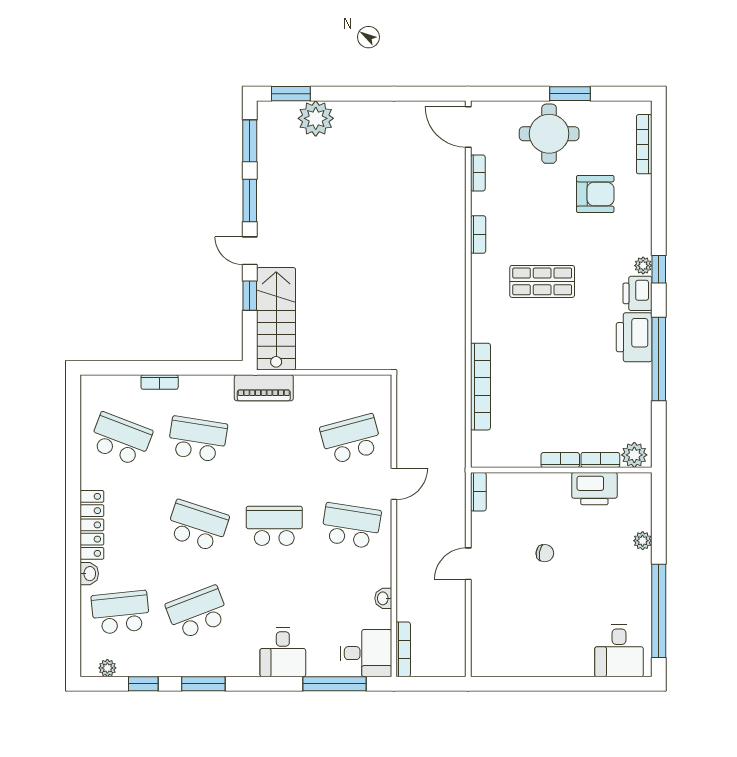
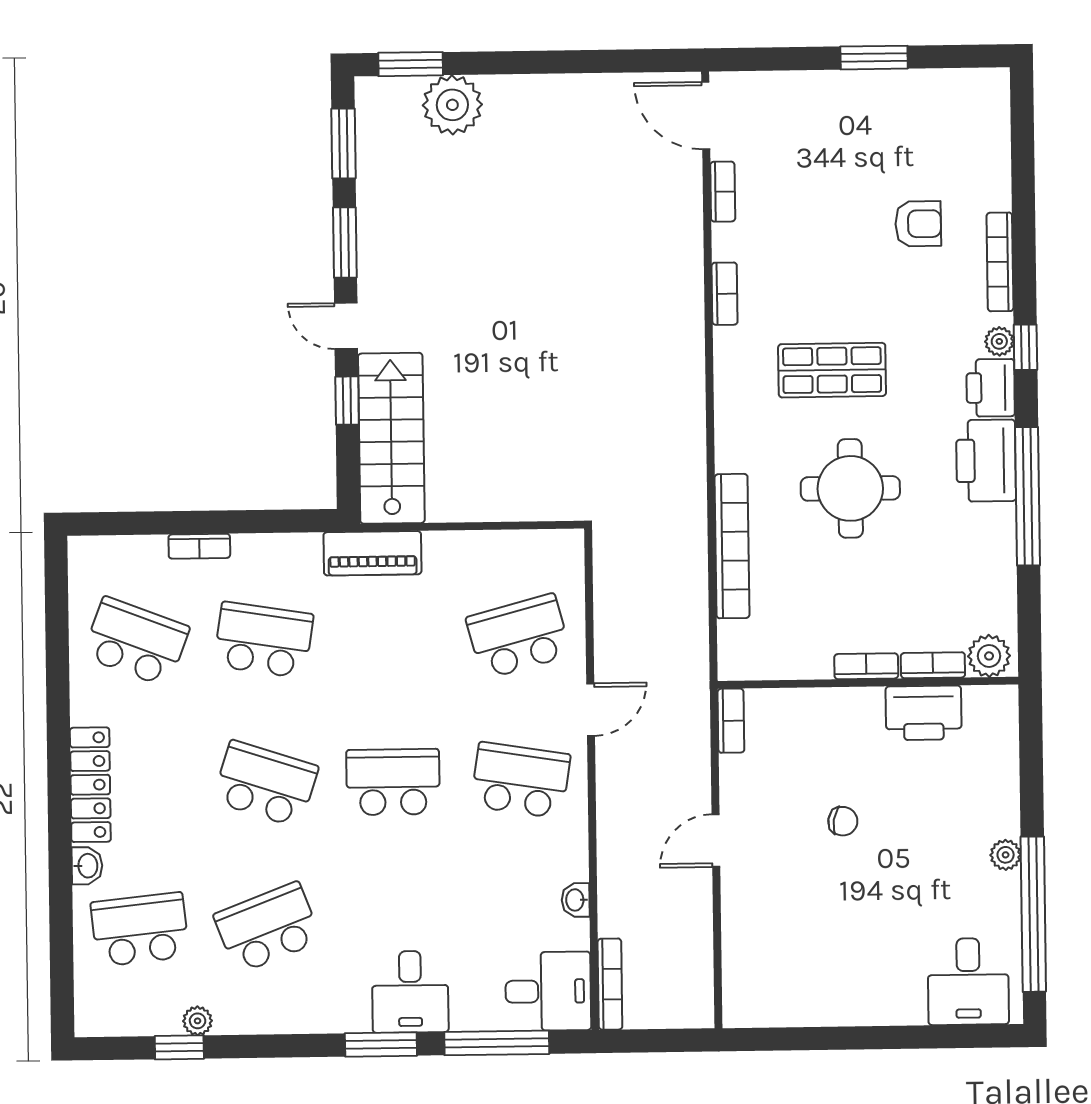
round table: (549, 134) -> (850, 488), moved
bookcase: (644, 144) -> (1000, 262), moved
armchair: (595, 194) -> (918, 224), width x0.72, depth x0.72
plant: (643, 541) -> (1006, 855), moved
plant: (107, 668) -> (198, 1021), moved
window: (203, 684) -> (381, 1045), moved

